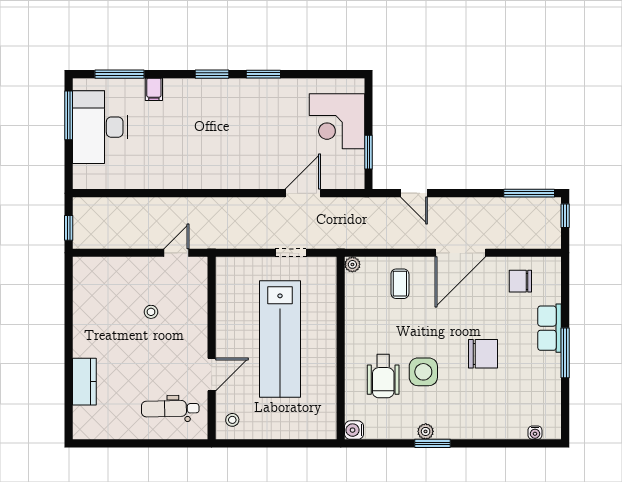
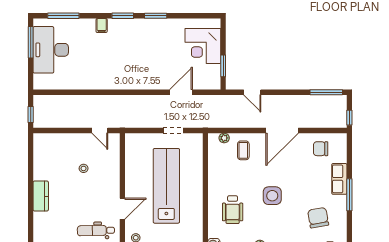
filing cabinet: (154, 89) -> (102, 26), moved
window: (565, 216) -> (349, 118), moved
door: (176, 253) -> (100, 130), swing flipped
plant: (352, 264) -> (224, 138), moved
lab bench: (280, 339) -> (166, 186), turned 180
chair: (483, 354) -> (318, 218), moved, turned -100
side table: (423, 372) -> (272, 196), moved
kitchen counter: (84, 382) -> (41, 196), moved

